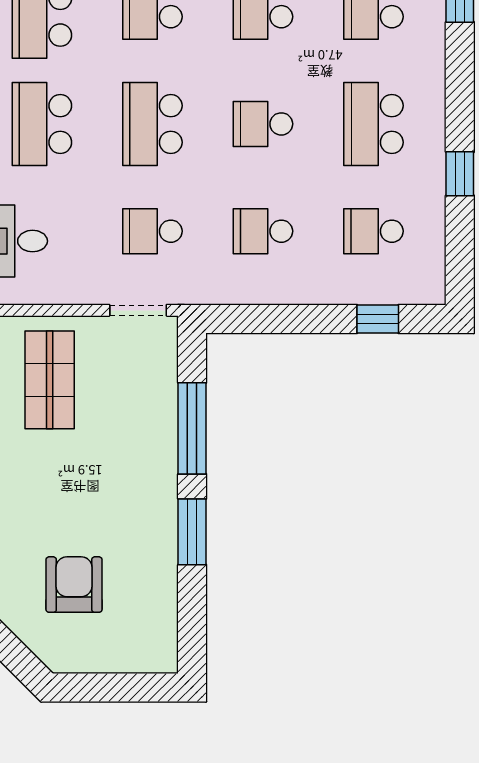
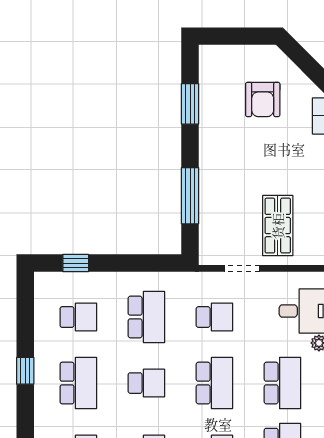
window: (460, 174) -> (25, 371), moved
school desk: (263, 231) -> (146, 317), width x1.85
doorway: (138, 310) -> (242, 268), moved
window: (192, 532) -> (190, 104), moved

